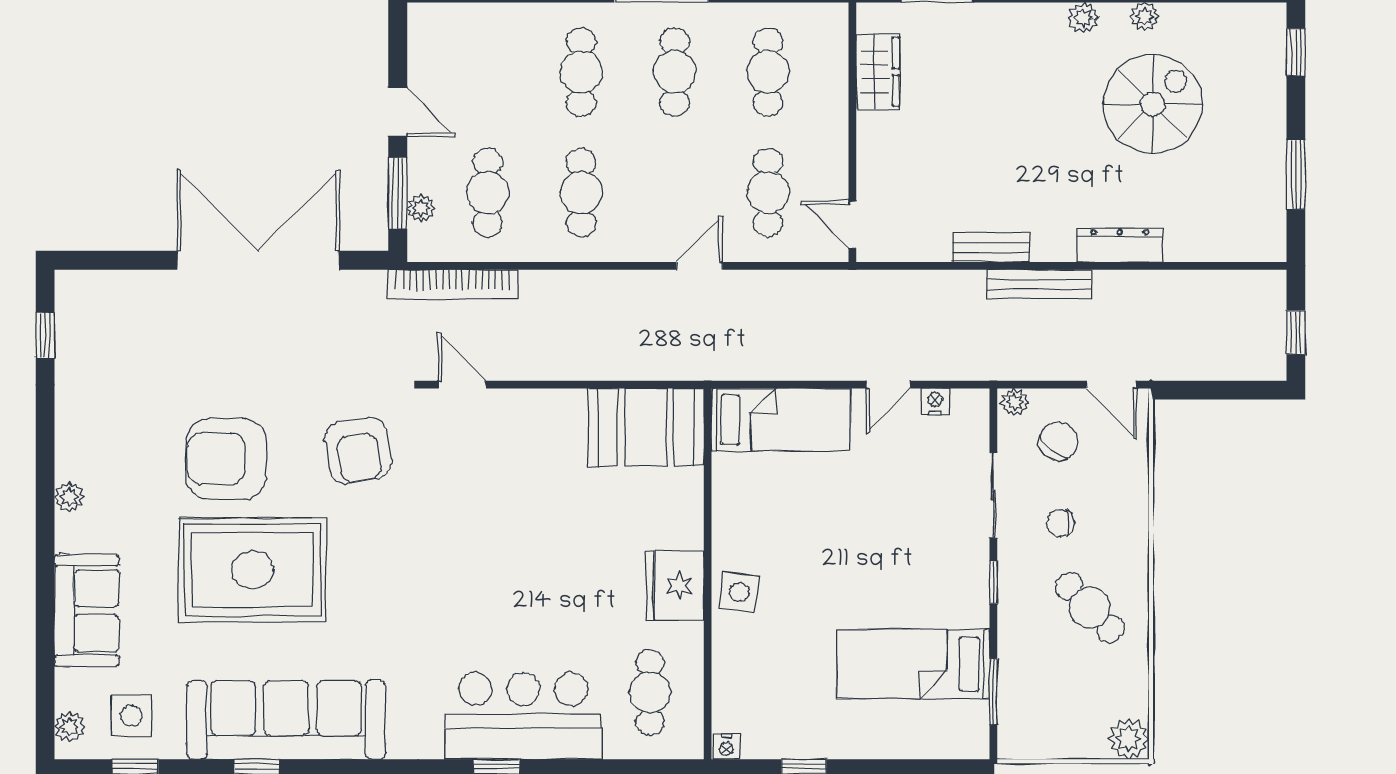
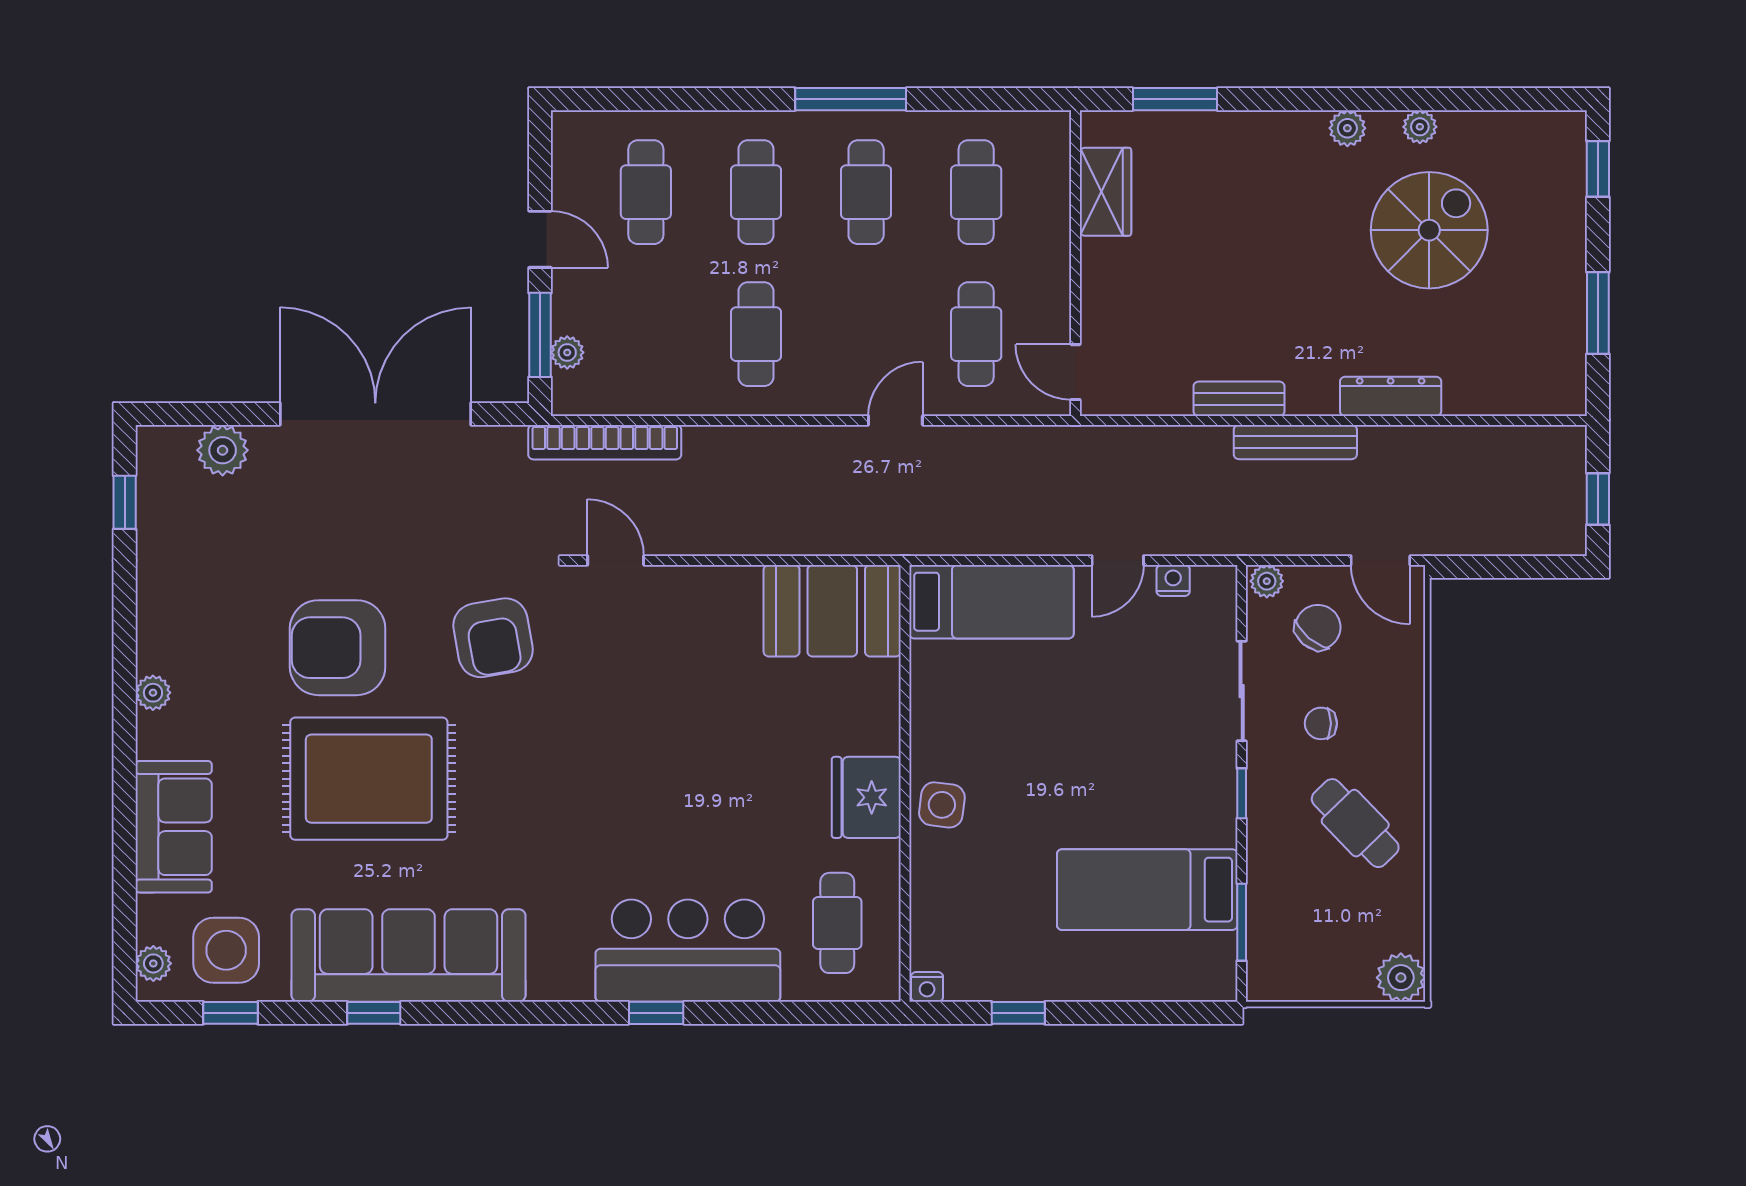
cafe table: (488, 192) -> (646, 192), moved
plant: (128, 291) -> (223, 450), added
side table: (131, 716) -> (226, 950), width x1.37, depth x1.37

